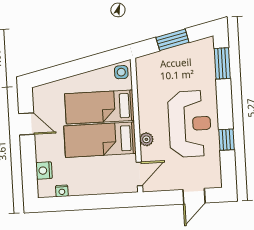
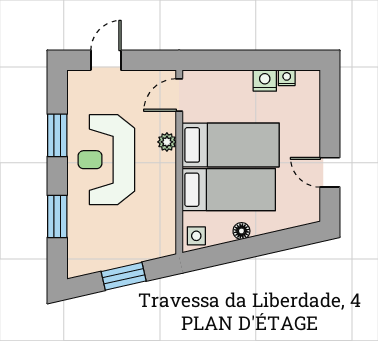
window: (222, 63) -> (57, 216), moved
floor lamp: (89, 78) -> (241, 231), added
window: (226, 140) -> (57, 135), width x1.50
nightstand: (44, 170) -> (265, 80), moved, turned -90

